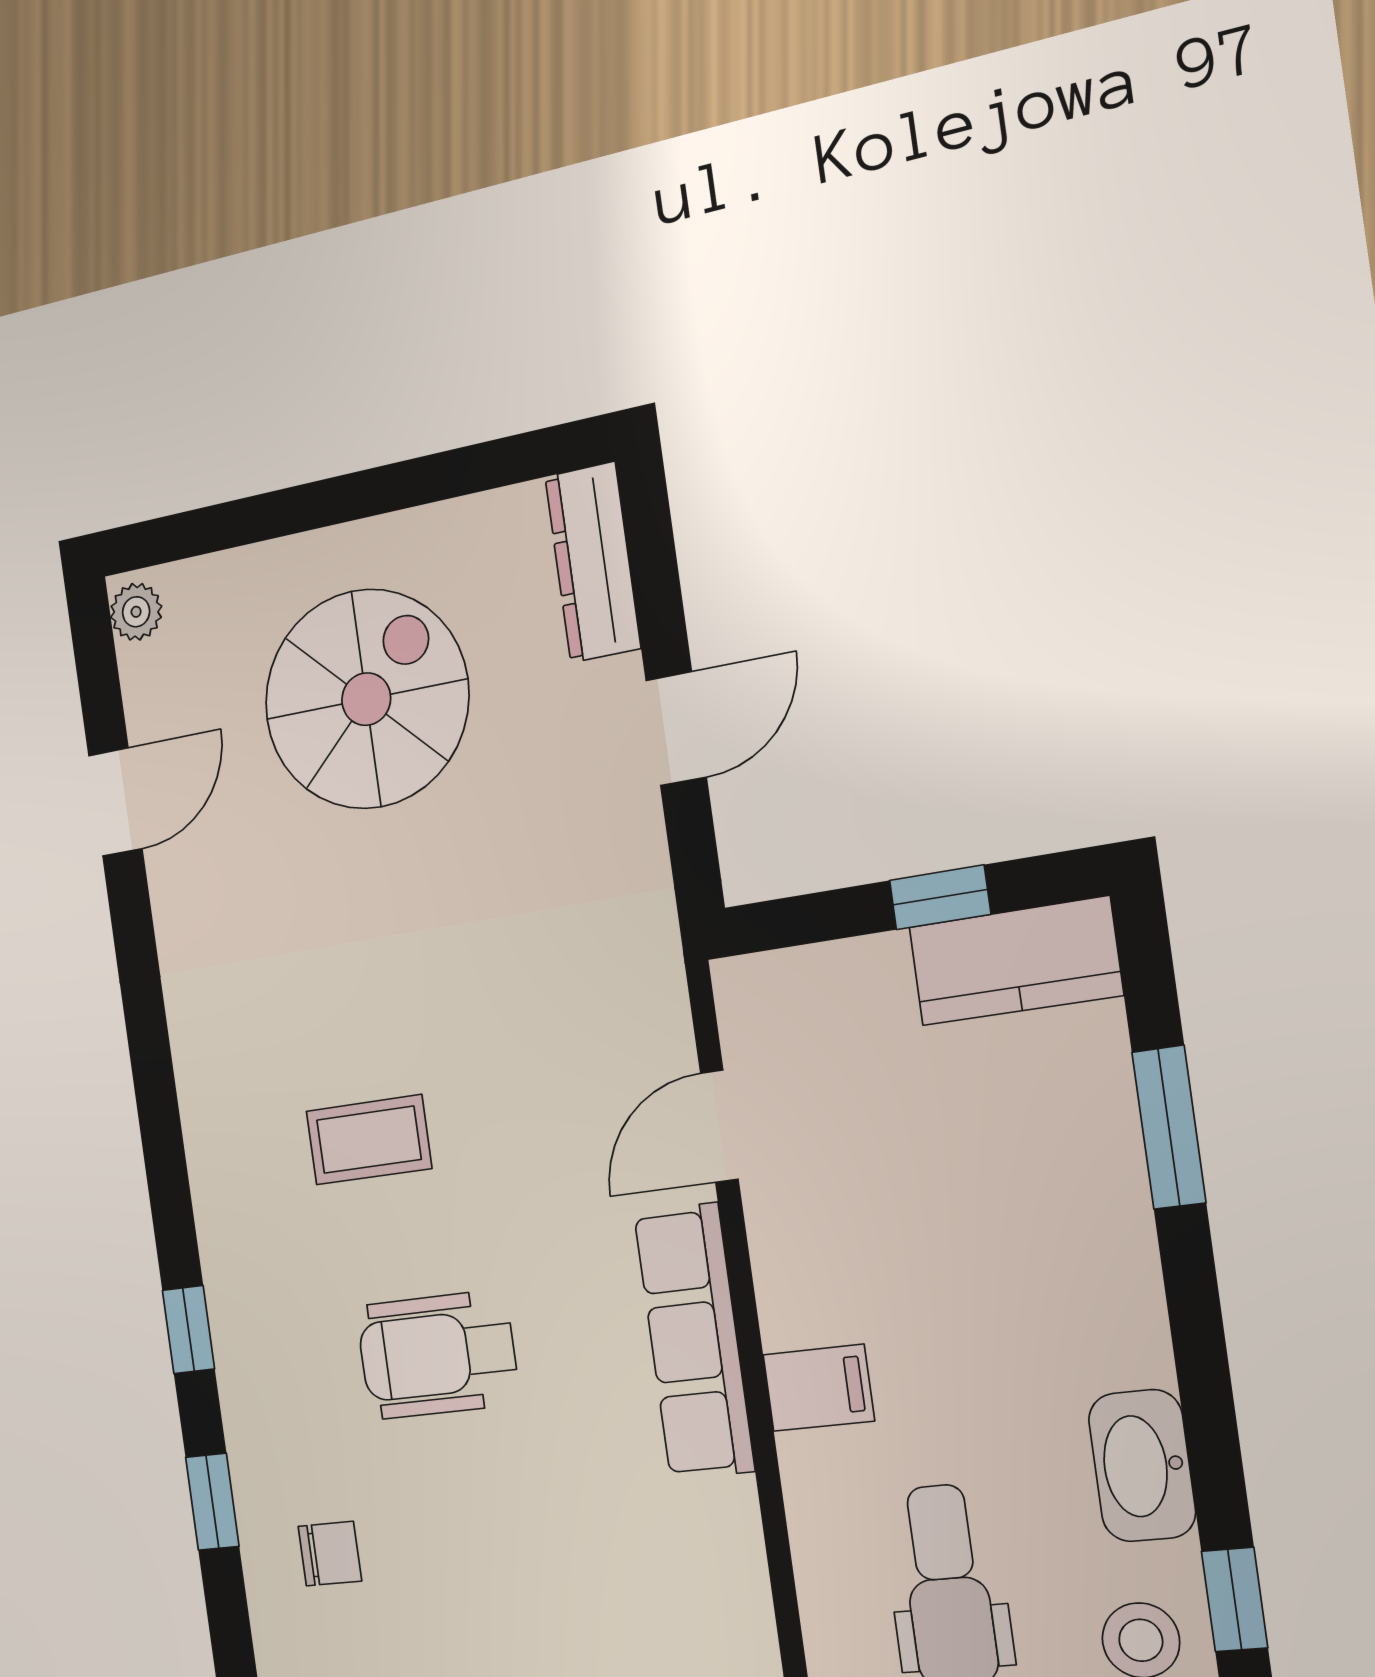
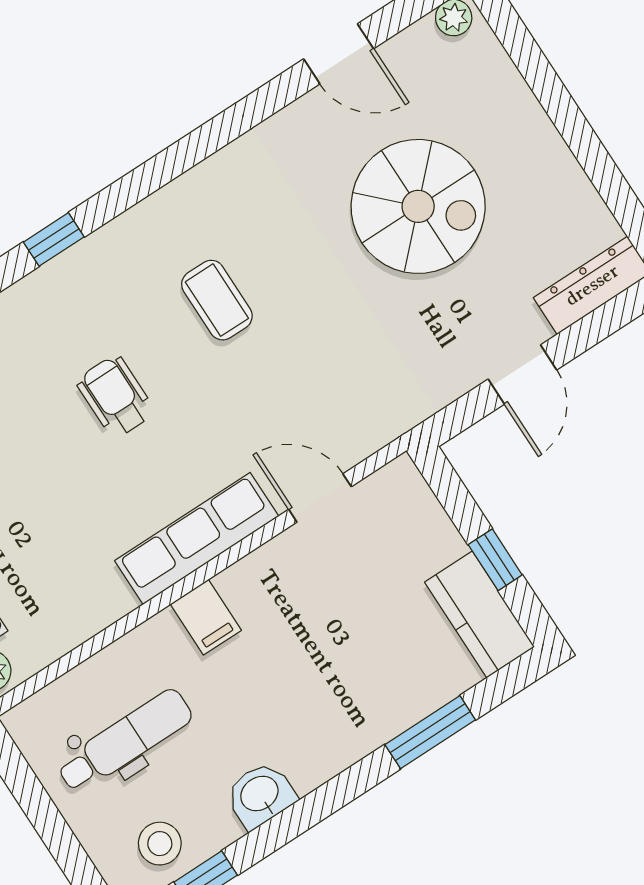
spiral stairs: (366, 699) -> (418, 206), moved
door: (676, 729) -> (522, 374), hinge flipped
wheelchair: (437, 1355) -> (116, 397), width x0.73, depth x0.73
washbasin: (1142, 1466) -> (260, 795), width x0.72

